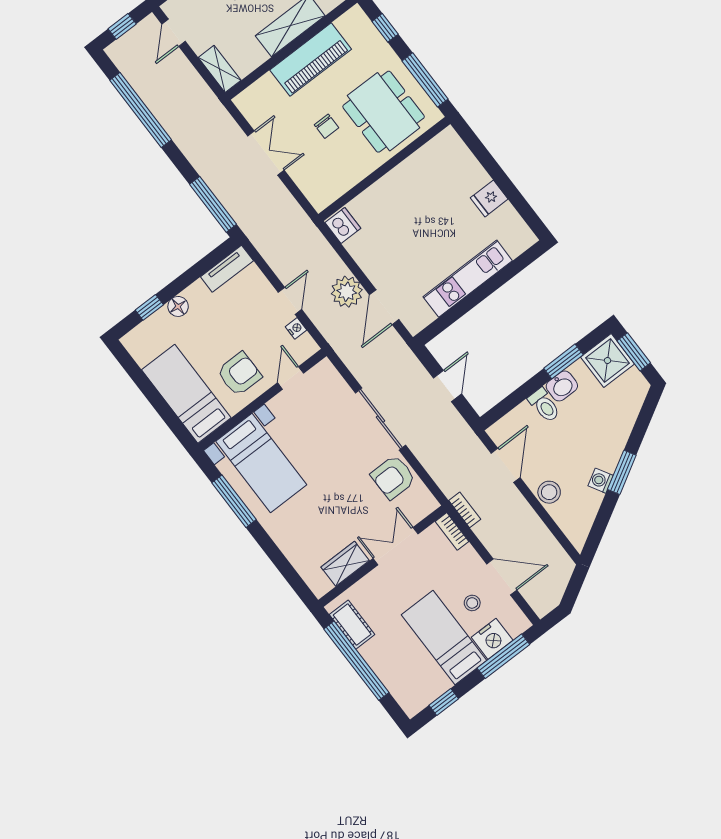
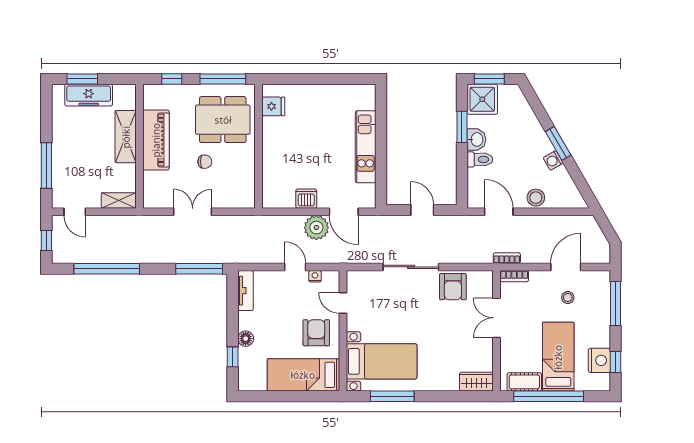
fridge: (489, 198) -> (273, 106), moved, turned -90
dishwasher: (343, 225) -> (306, 199), moved
wardrobe: (345, 564) -> (476, 382), moved, turned 90
bed: (444, 638) -> (558, 357), moved, turned 90
nightstand: (492, 639) -> (599, 360), moved

